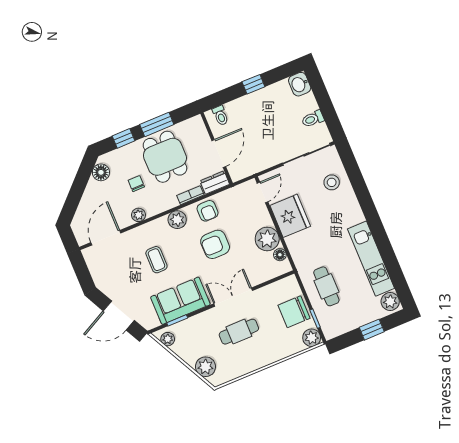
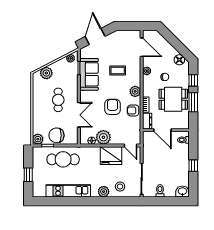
cafe table: (326, 286) -> (63, 159), width x1.37, depth x1.35
double door: (233, 297) -> (79, 115), moved
plant: (390, 302) -> (104, 192), moved
chair: (294, 312) -> (56, 135), turned -90

